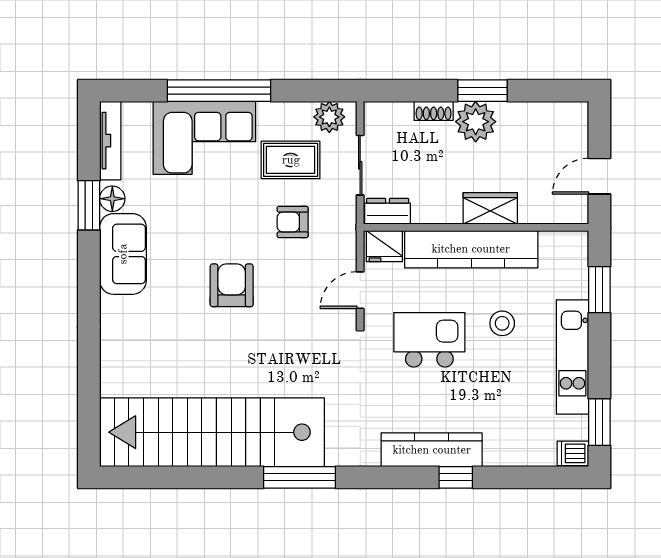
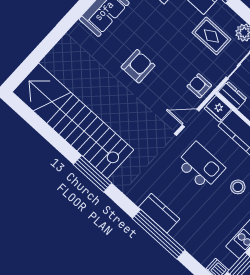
armchair: (293, 222) -> (199, 86), moved
kitchen counter: (432, 450) -> (159, 213), width x0.67
window: (456, 477) -> (159, 234), width x3.17

